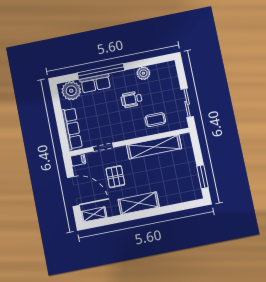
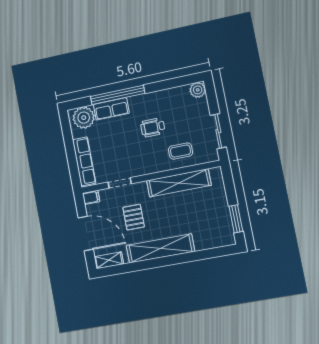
plant: (143, 73) -> (198, 90), moved
shelving: (139, 203) -> (160, 248), width x1.47

